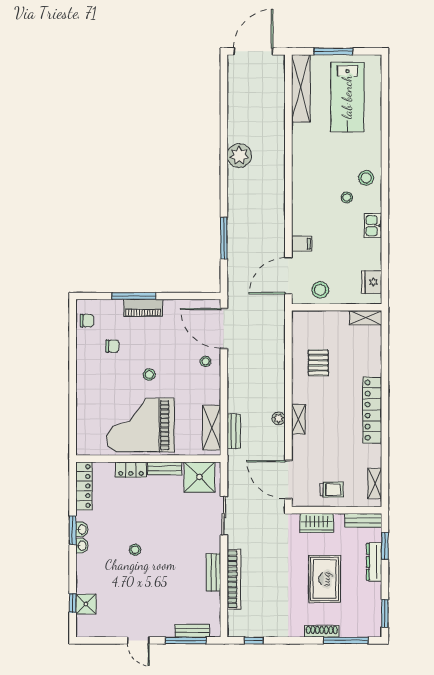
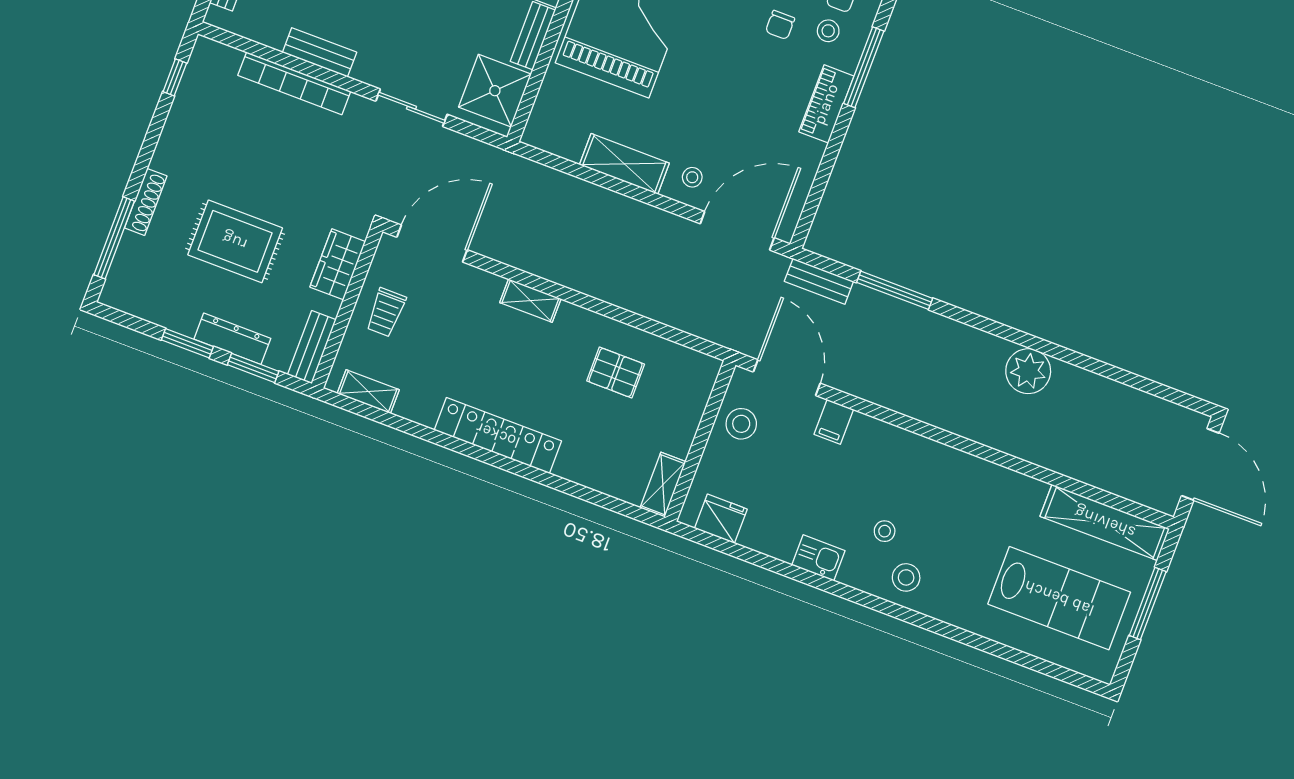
lab bench: (347, 97) -> (1059, 598), turned 180
window: (134, 296) -> (864, 67), moved
stool: (149, 375) -> (828, 31), moved
plant: (279, 418) -> (545, 267), removed
shelving: (212, 428) -> (624, 164), moved
bench: (234, 431) -> (819, 281), moved
window: (385, 613) -> (187, 343), moved

